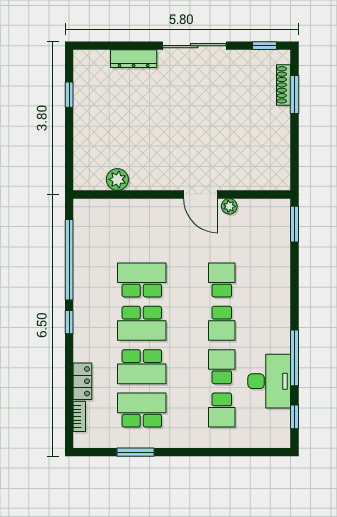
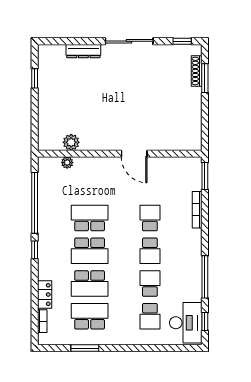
plant: (229, 206) -> (67, 163), moved
bookcase: (284, 269) -> (197, 210), added
desk: (269, 381) -> (186, 323), moved

